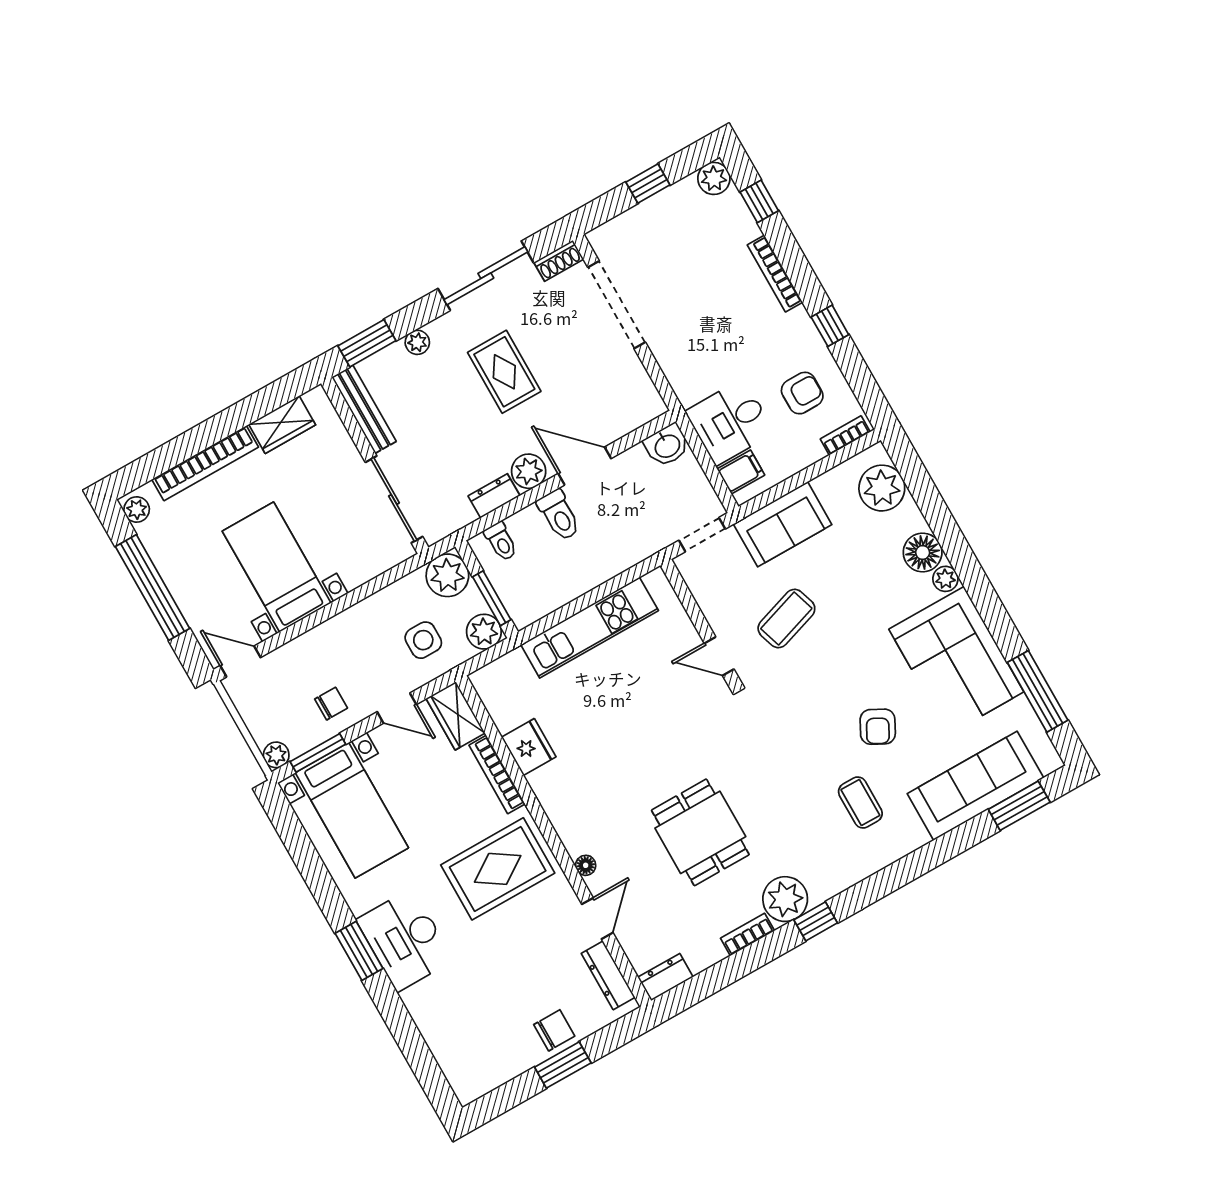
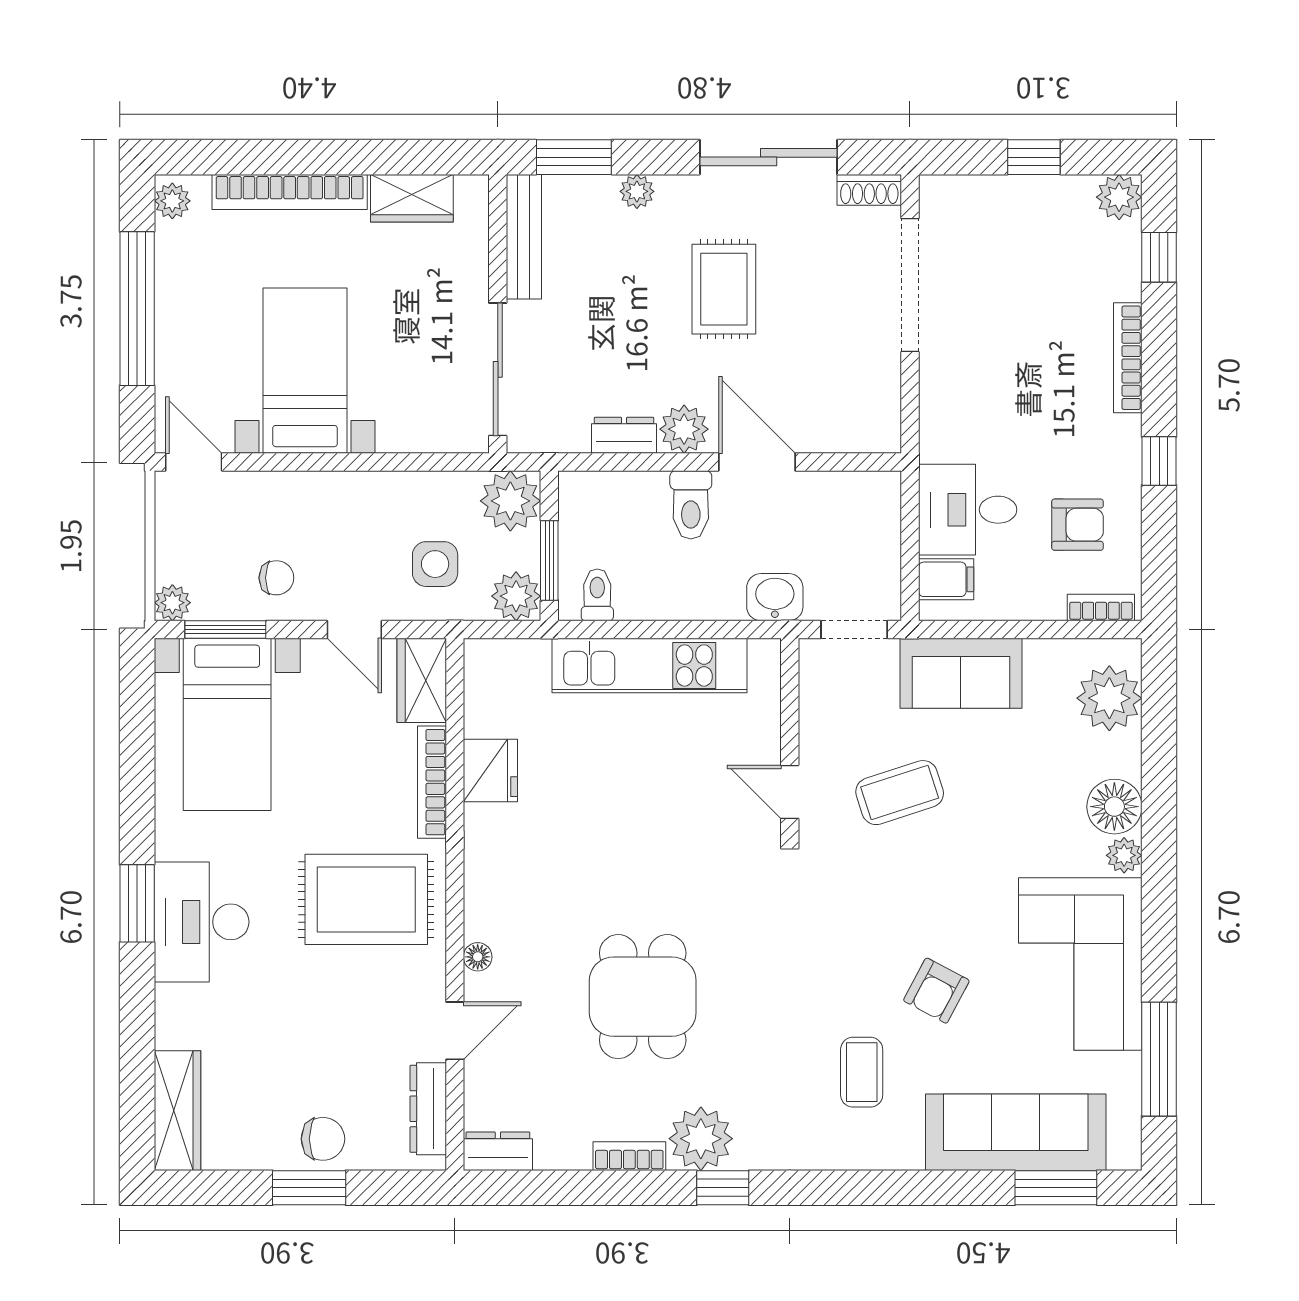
washbasin: (667, 445) -> (775, 597), moved, turned 180
toilet: (501, 541) -> (597, 595), moved, turned 180
wardrobe: (456, 1064) -> (177, 1111), added

